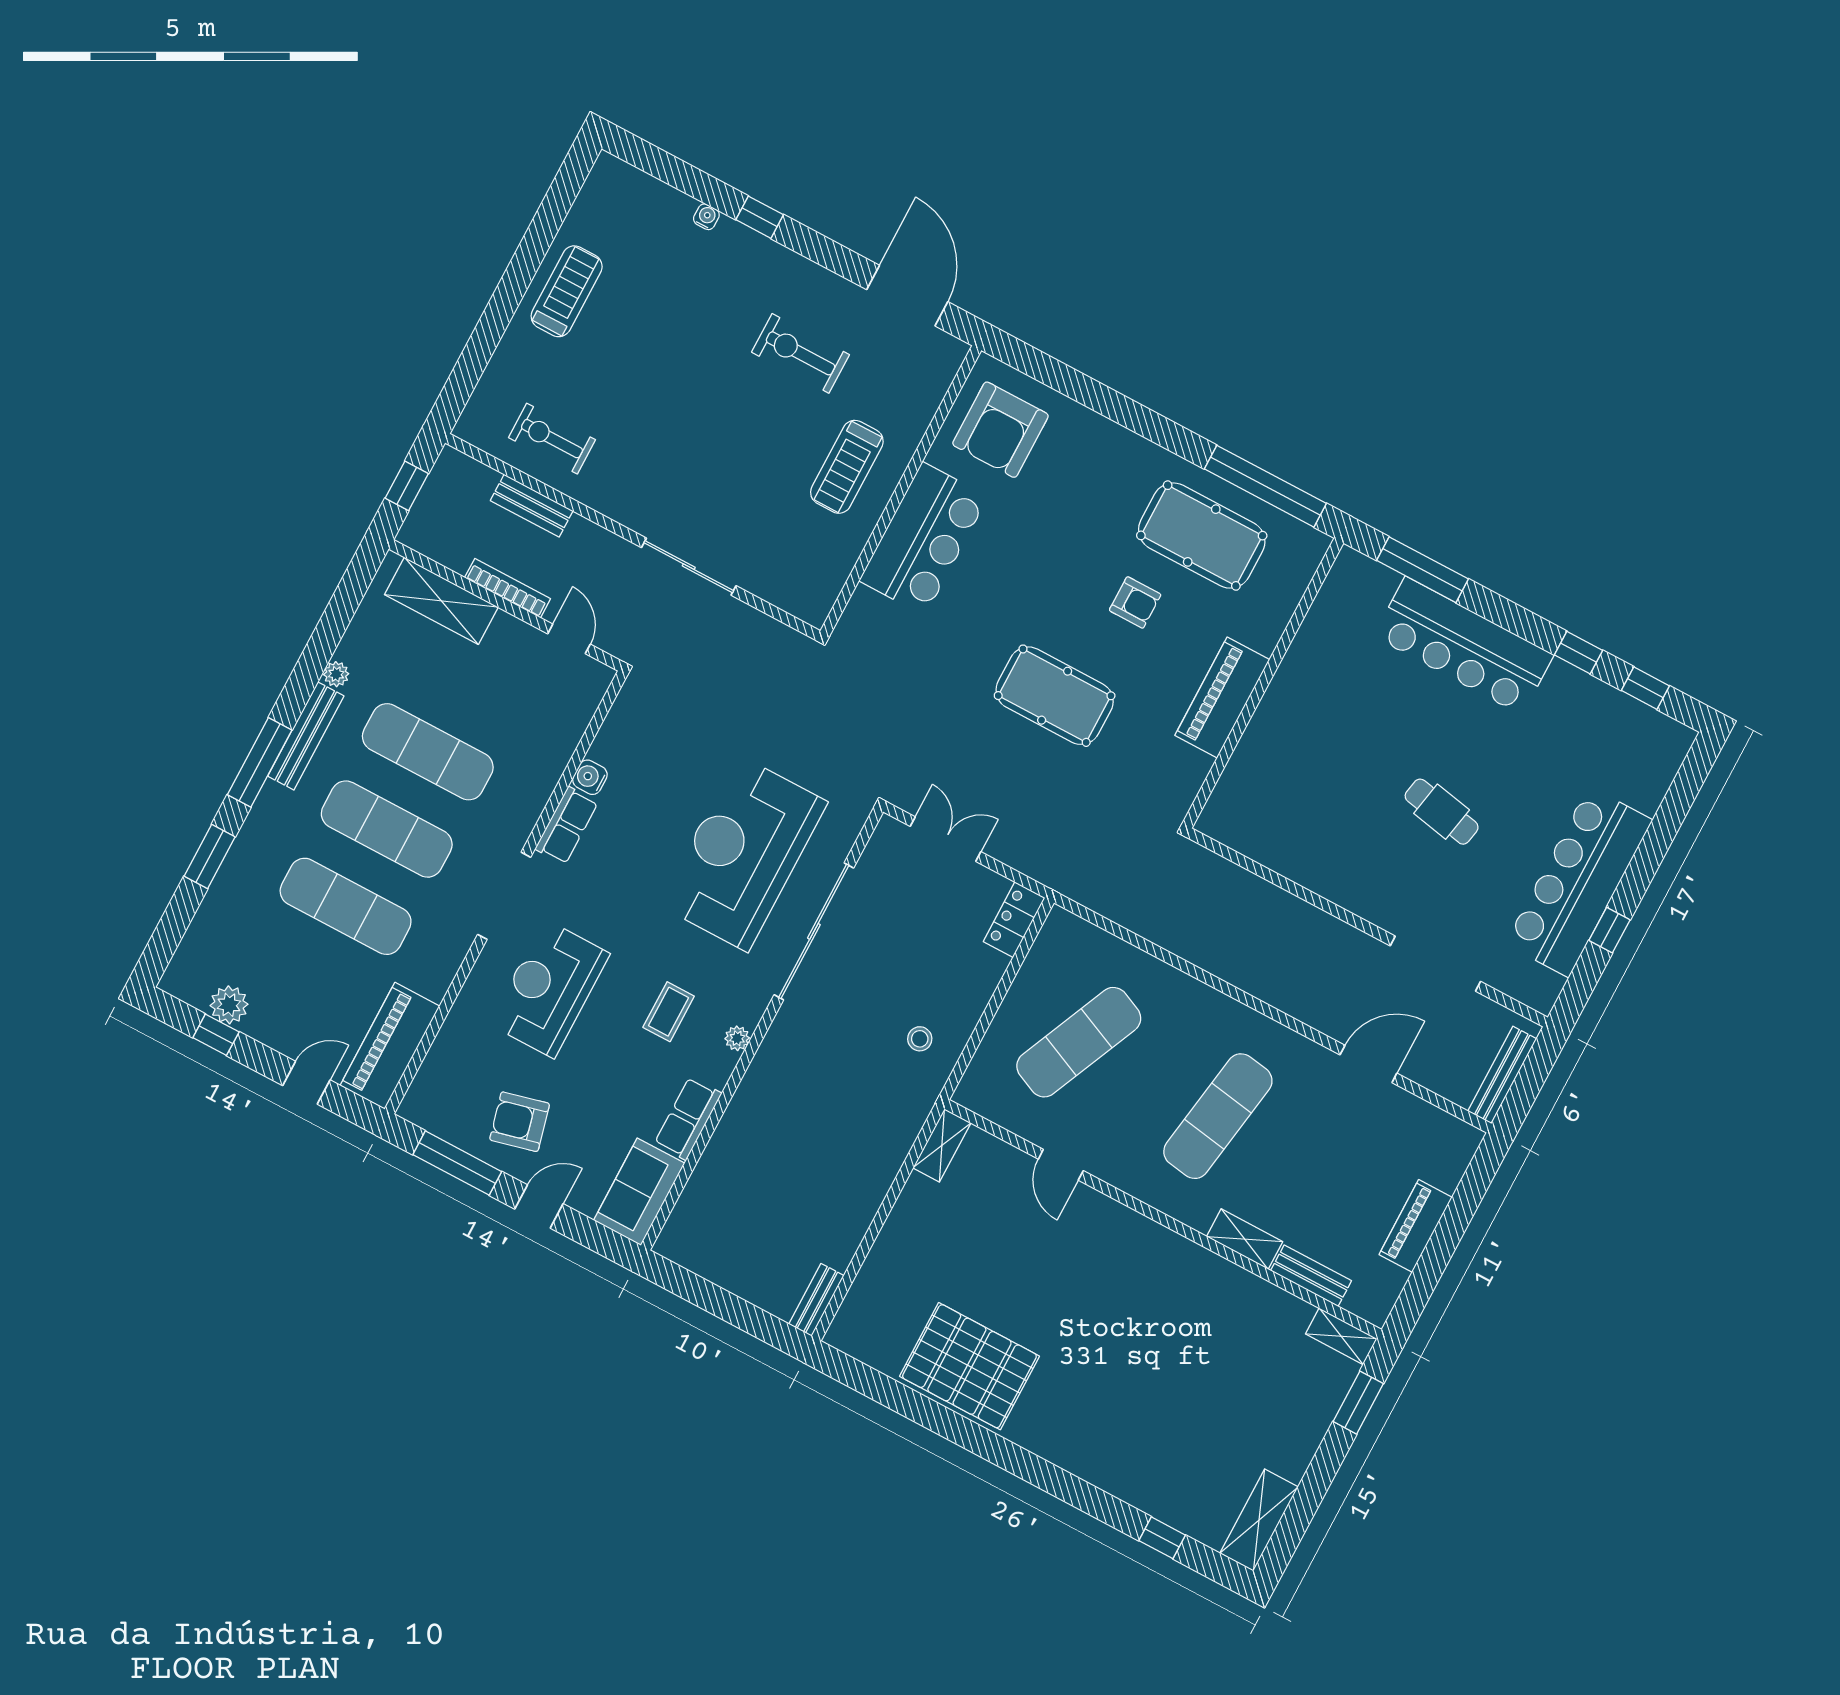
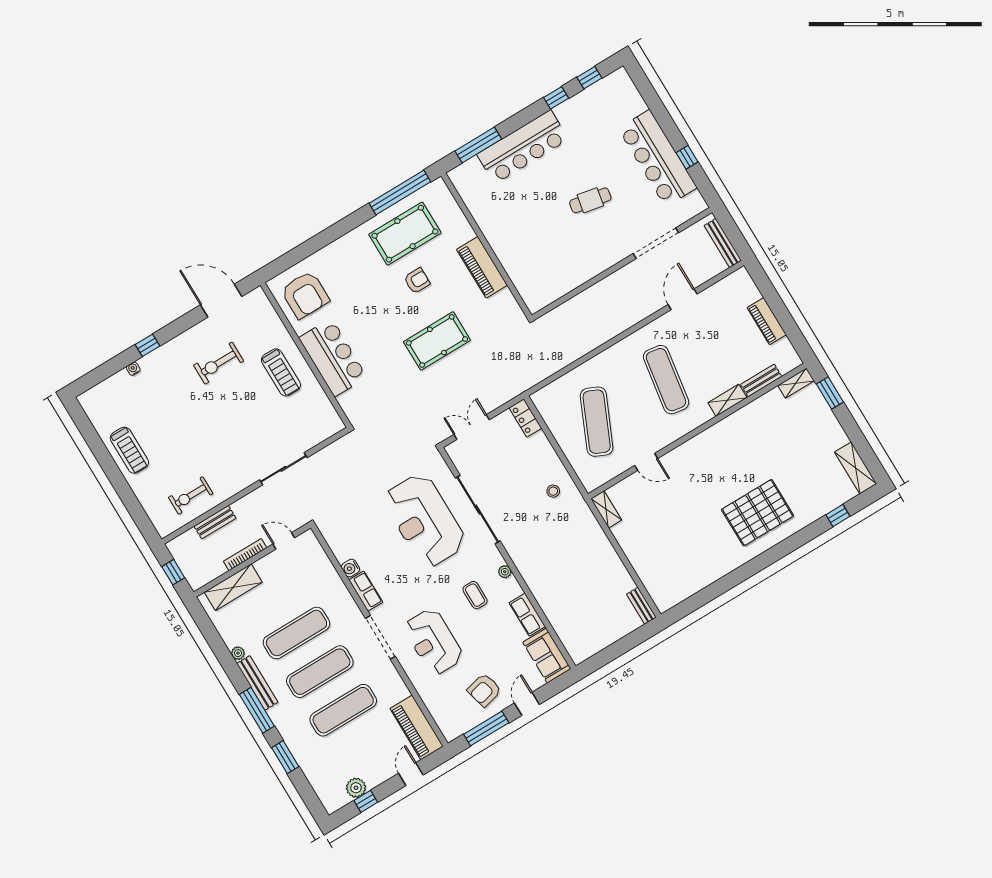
treadmill: (567, 291) -> (129, 450), turned 180
pallet: (969, 1366) -> (758, 513), moved

